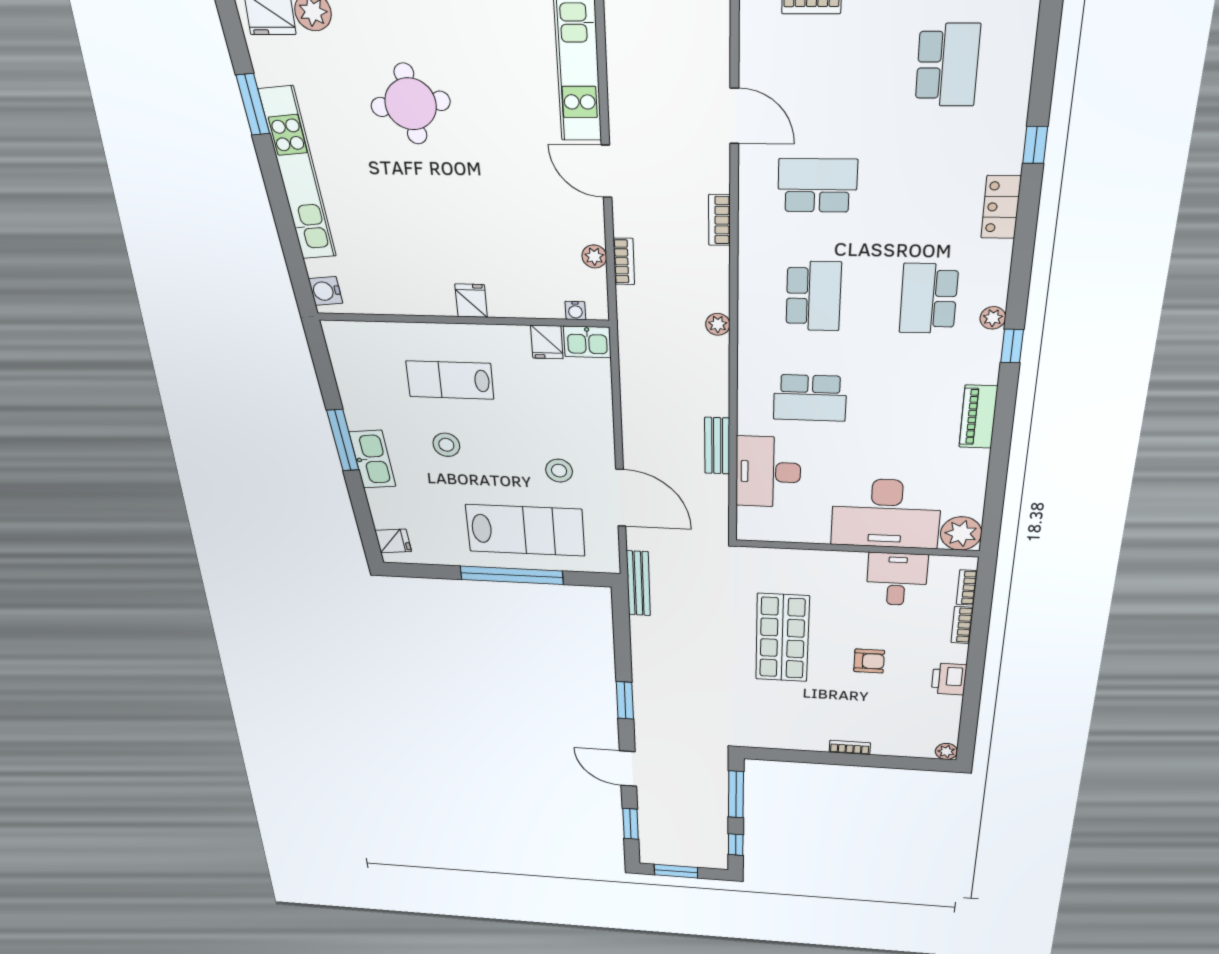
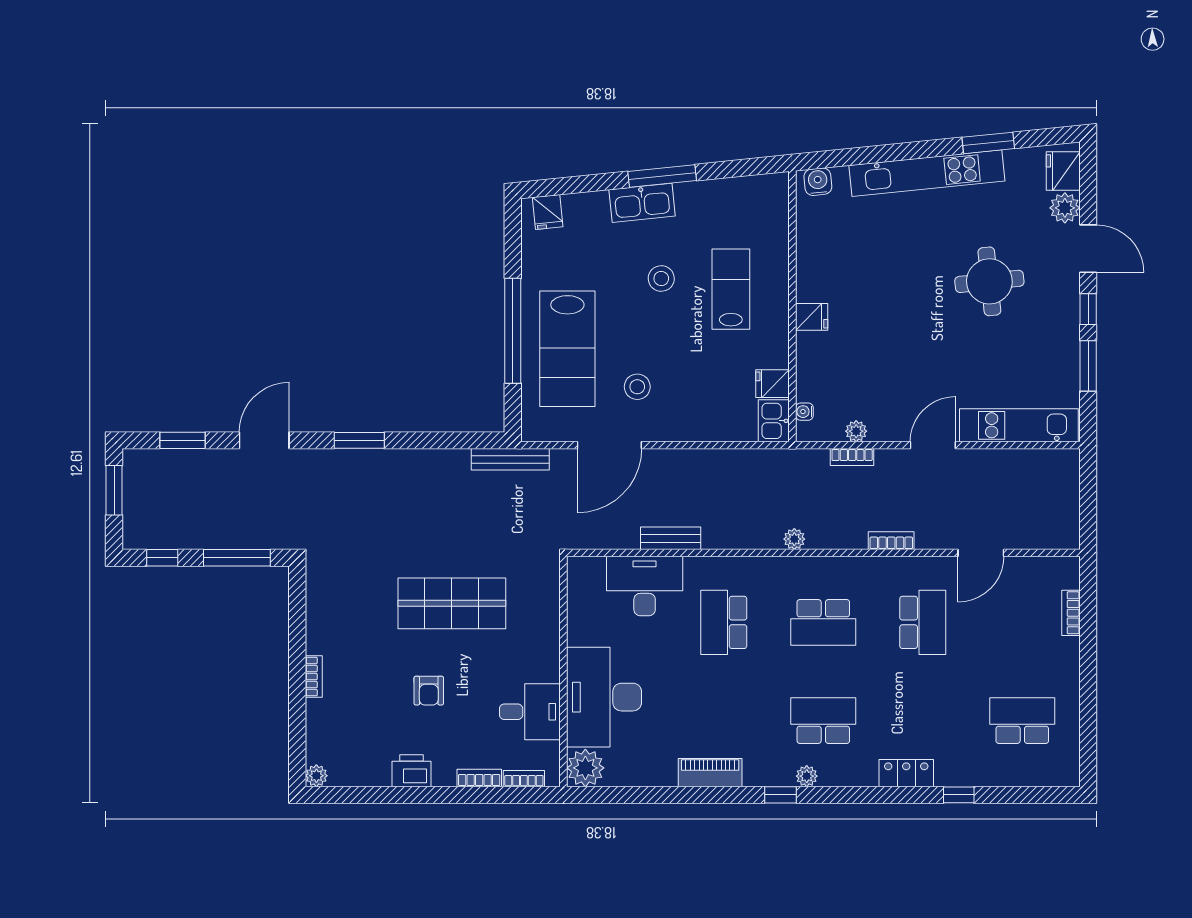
school desk: (947, 65) -> (1022, 721), turned 180

